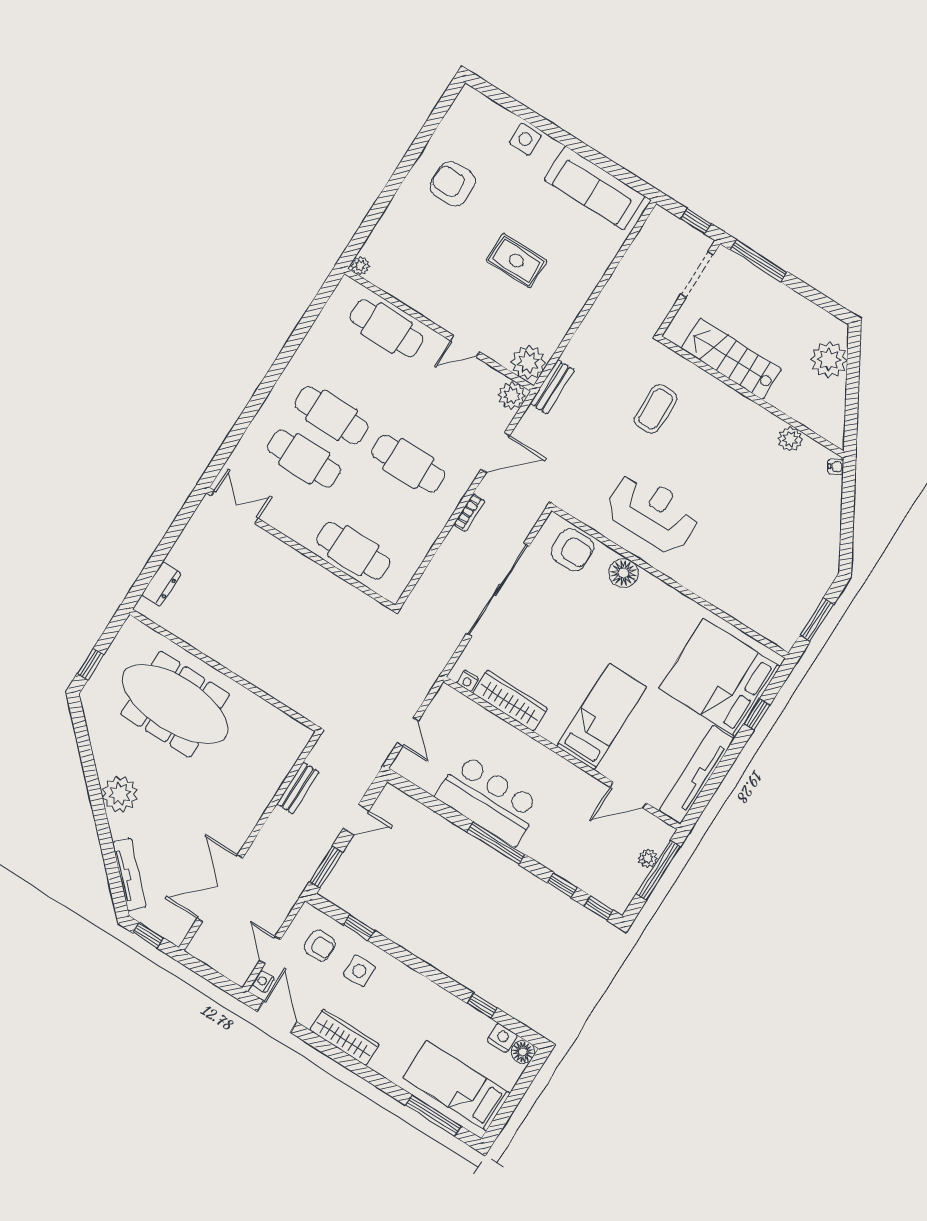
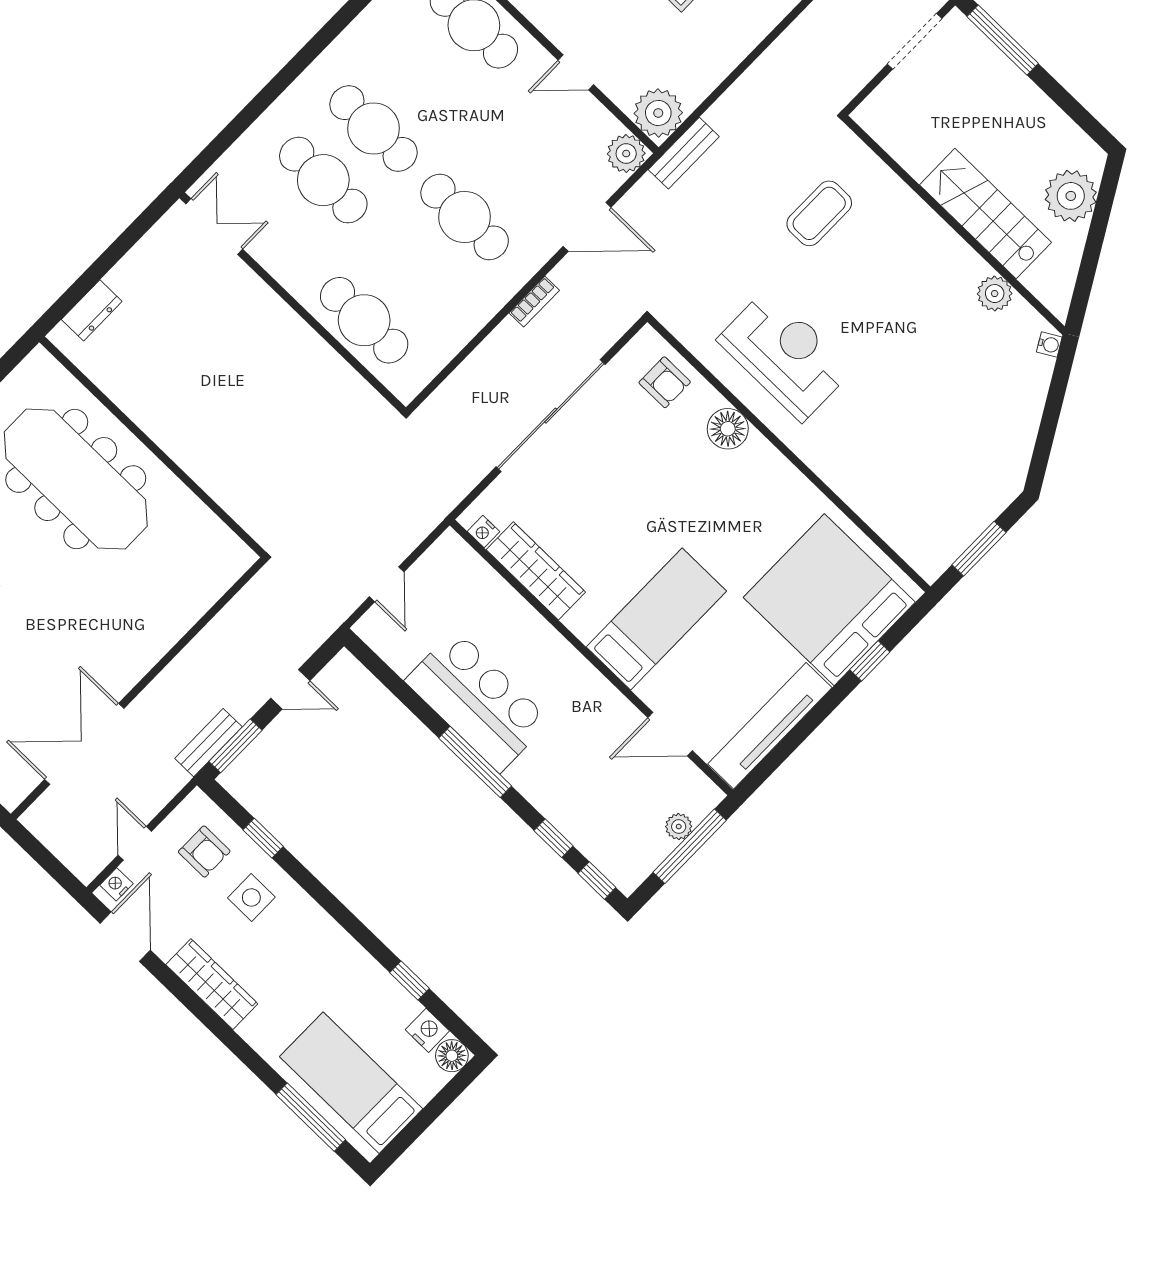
stairs: (731, 359) -> (985, 214), moved
armchair: (572, 550) -> (665, 382), width x0.72, depth x0.72
bench: (298, 788) -> (208, 743), moved

